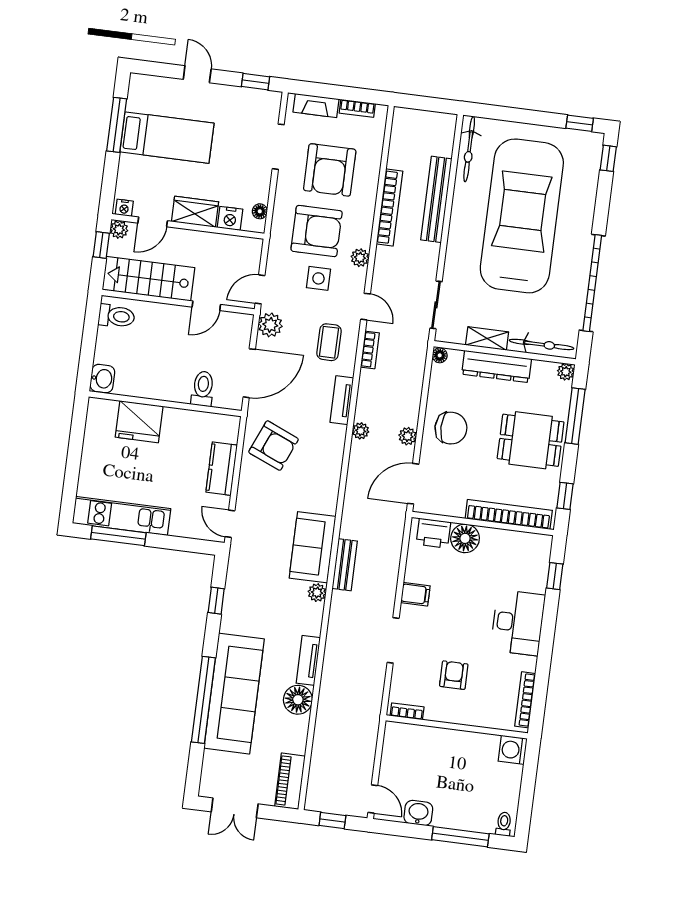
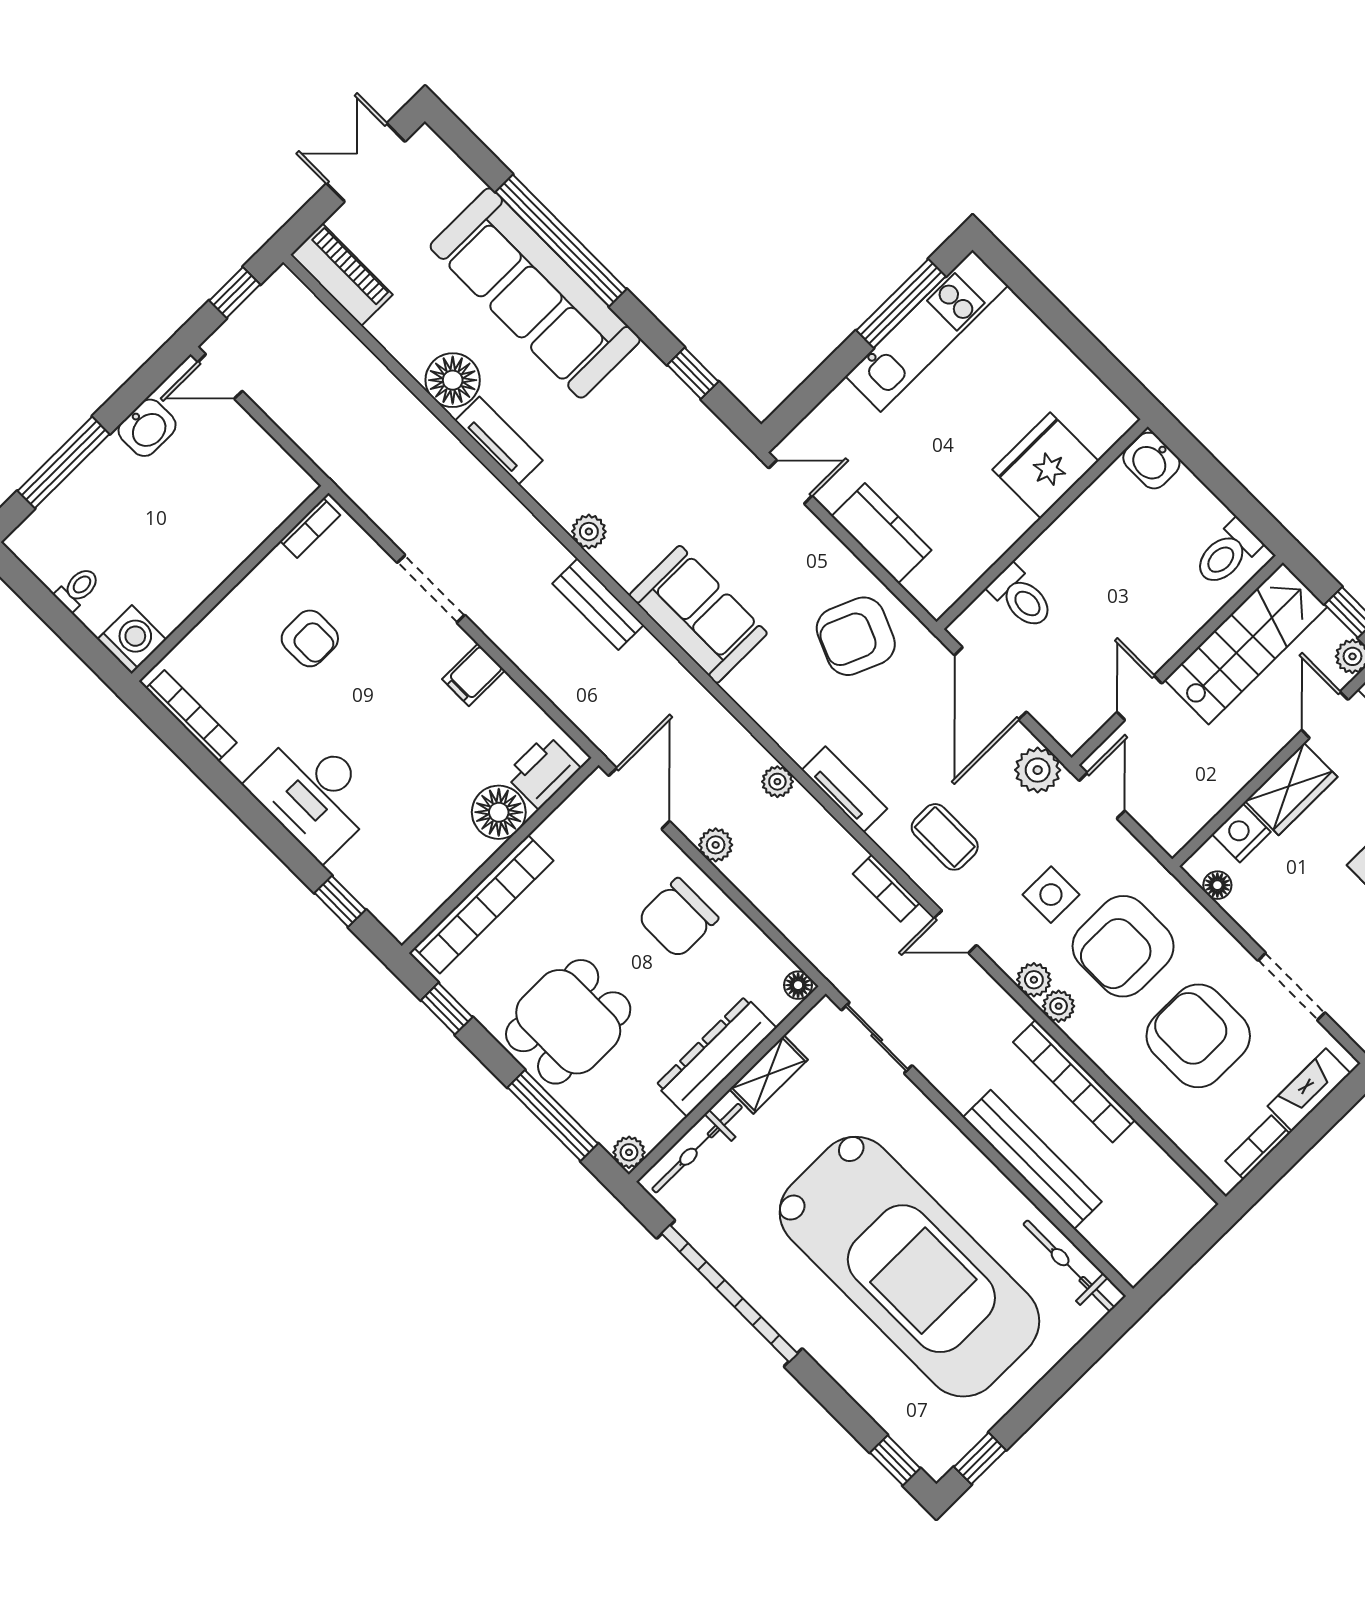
plant: (363, 239) -> (1059, 1006), added
sofa: (312, 547) -> (698, 614), moved
toilet: (504, 824) -> (78, 589), moved, turned -90

